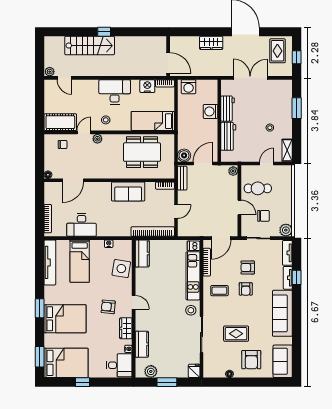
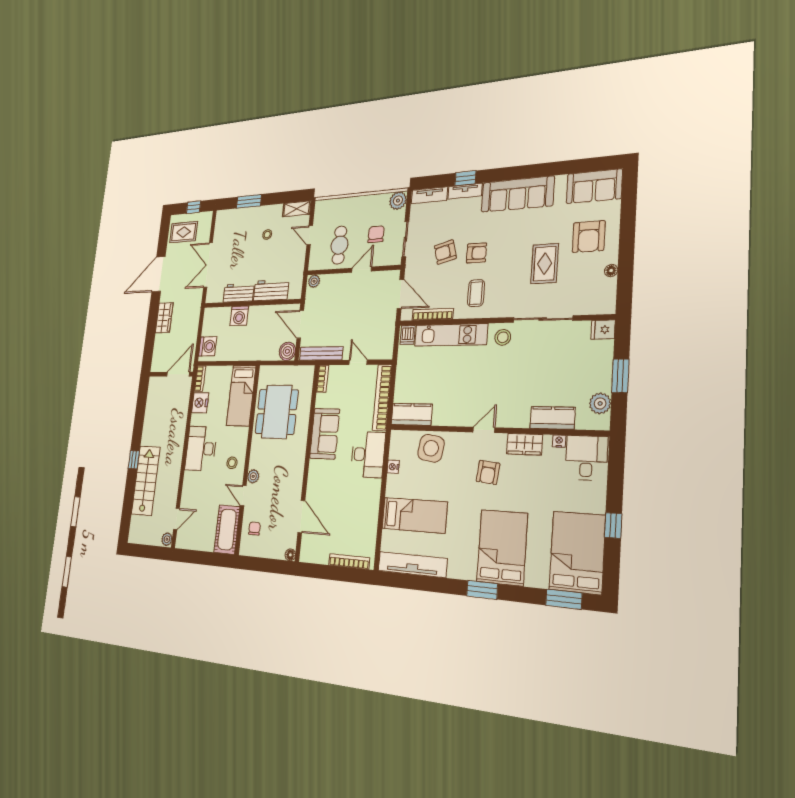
bench: (182, 178) -> (321, 353), width x1.36
desk: (82, 225) -> (368, 454), moved
armchair: (248, 268) -> (445, 252), turned 75
armchair: (251, 360) -> (589, 237), turned 90

